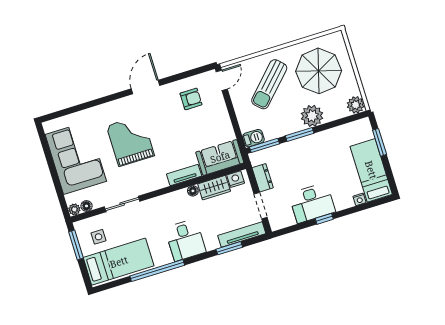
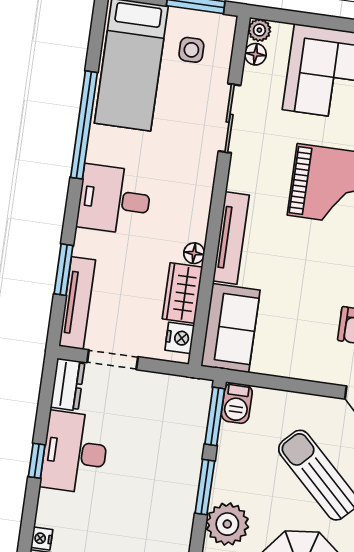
tv unit: (184, 175) -> (231, 238), width x1.41
dresser: (263, 178) -> (68, 385), moved, turned -90

